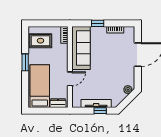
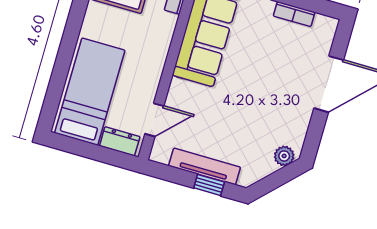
window: (25, 62) -> (72, 29), removed
door: (70, 79) -> (154, 120), moved

